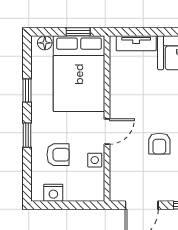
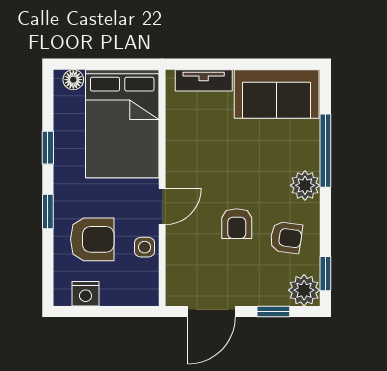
window: (78, 32) -> (121, 64), removed
armchair: (58, 155) -> (92, 239), width x1.38, depth x1.38

